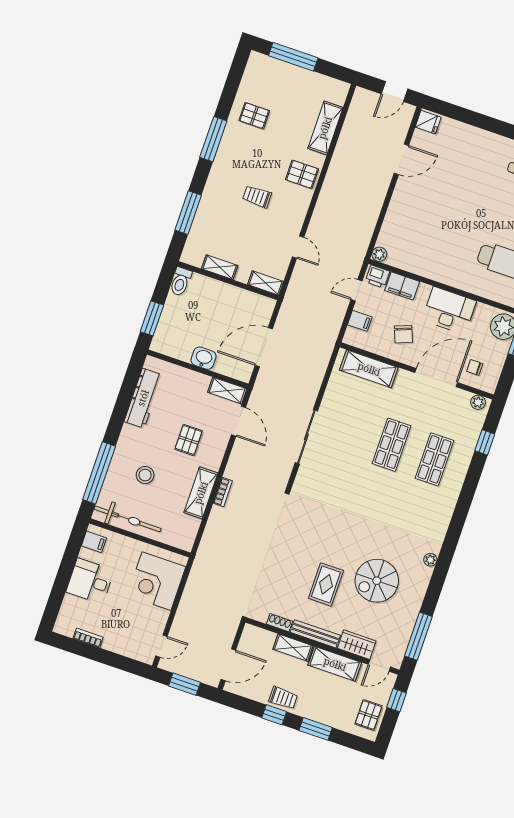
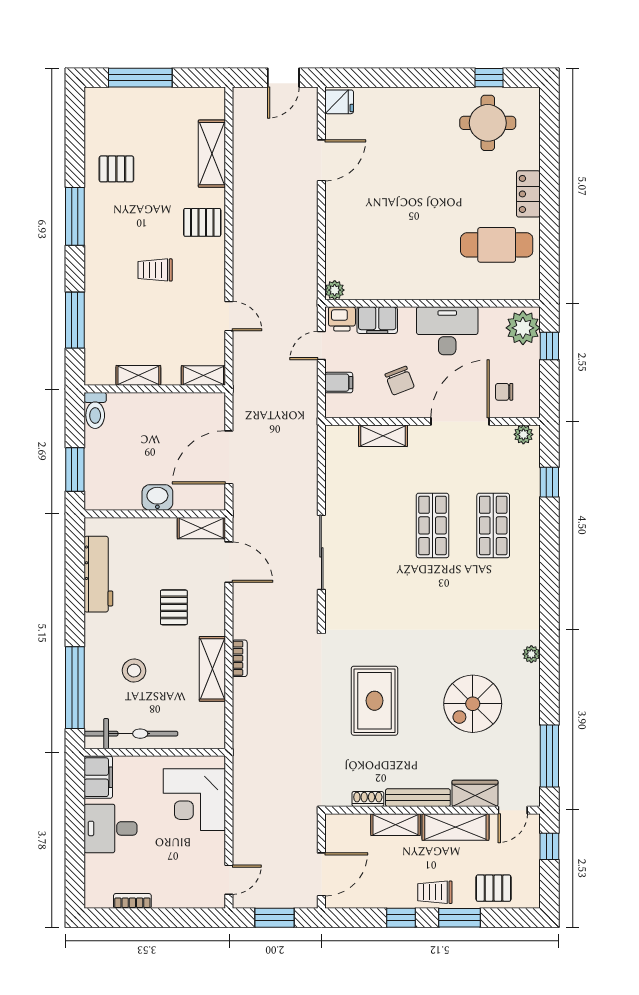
shelving: (369, 369) -> (383, 436), width x0.67, depth x0.75
filing cabinet: (94, 542) -> (98, 777), width x2.00
rug: (326, 584) -> (374, 701), moved, width x1.36, depth x1.43
trolley: (283, 698) -> (435, 892), moved, turned 180
pallet: (368, 715) -> (493, 888), moved, turned 90

